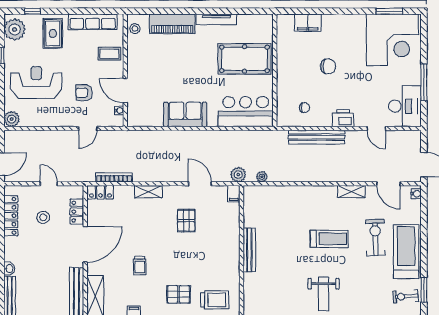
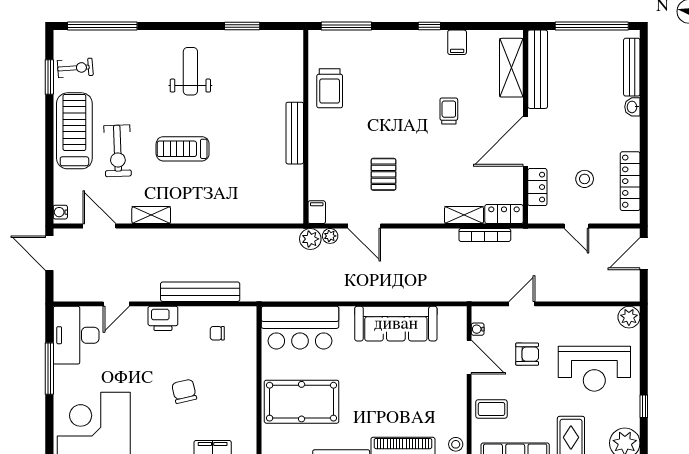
chair: (328, 66) -> (184, 391), turned 77
sofa: (185, 114) -> (396, 324), width x1.36
door: (376, 128) -> (116, 304), swing flipped
plant: (262, 177) -> (330, 236), moved
shelving: (148, 192) -> (464, 215), moved
treadmill: (406, 252) -> (74, 131), turned 180
pallet: (179, 294) -> (394, 71), removed
trolley: (215, 300) -> (330, 88), moved, turned -90

